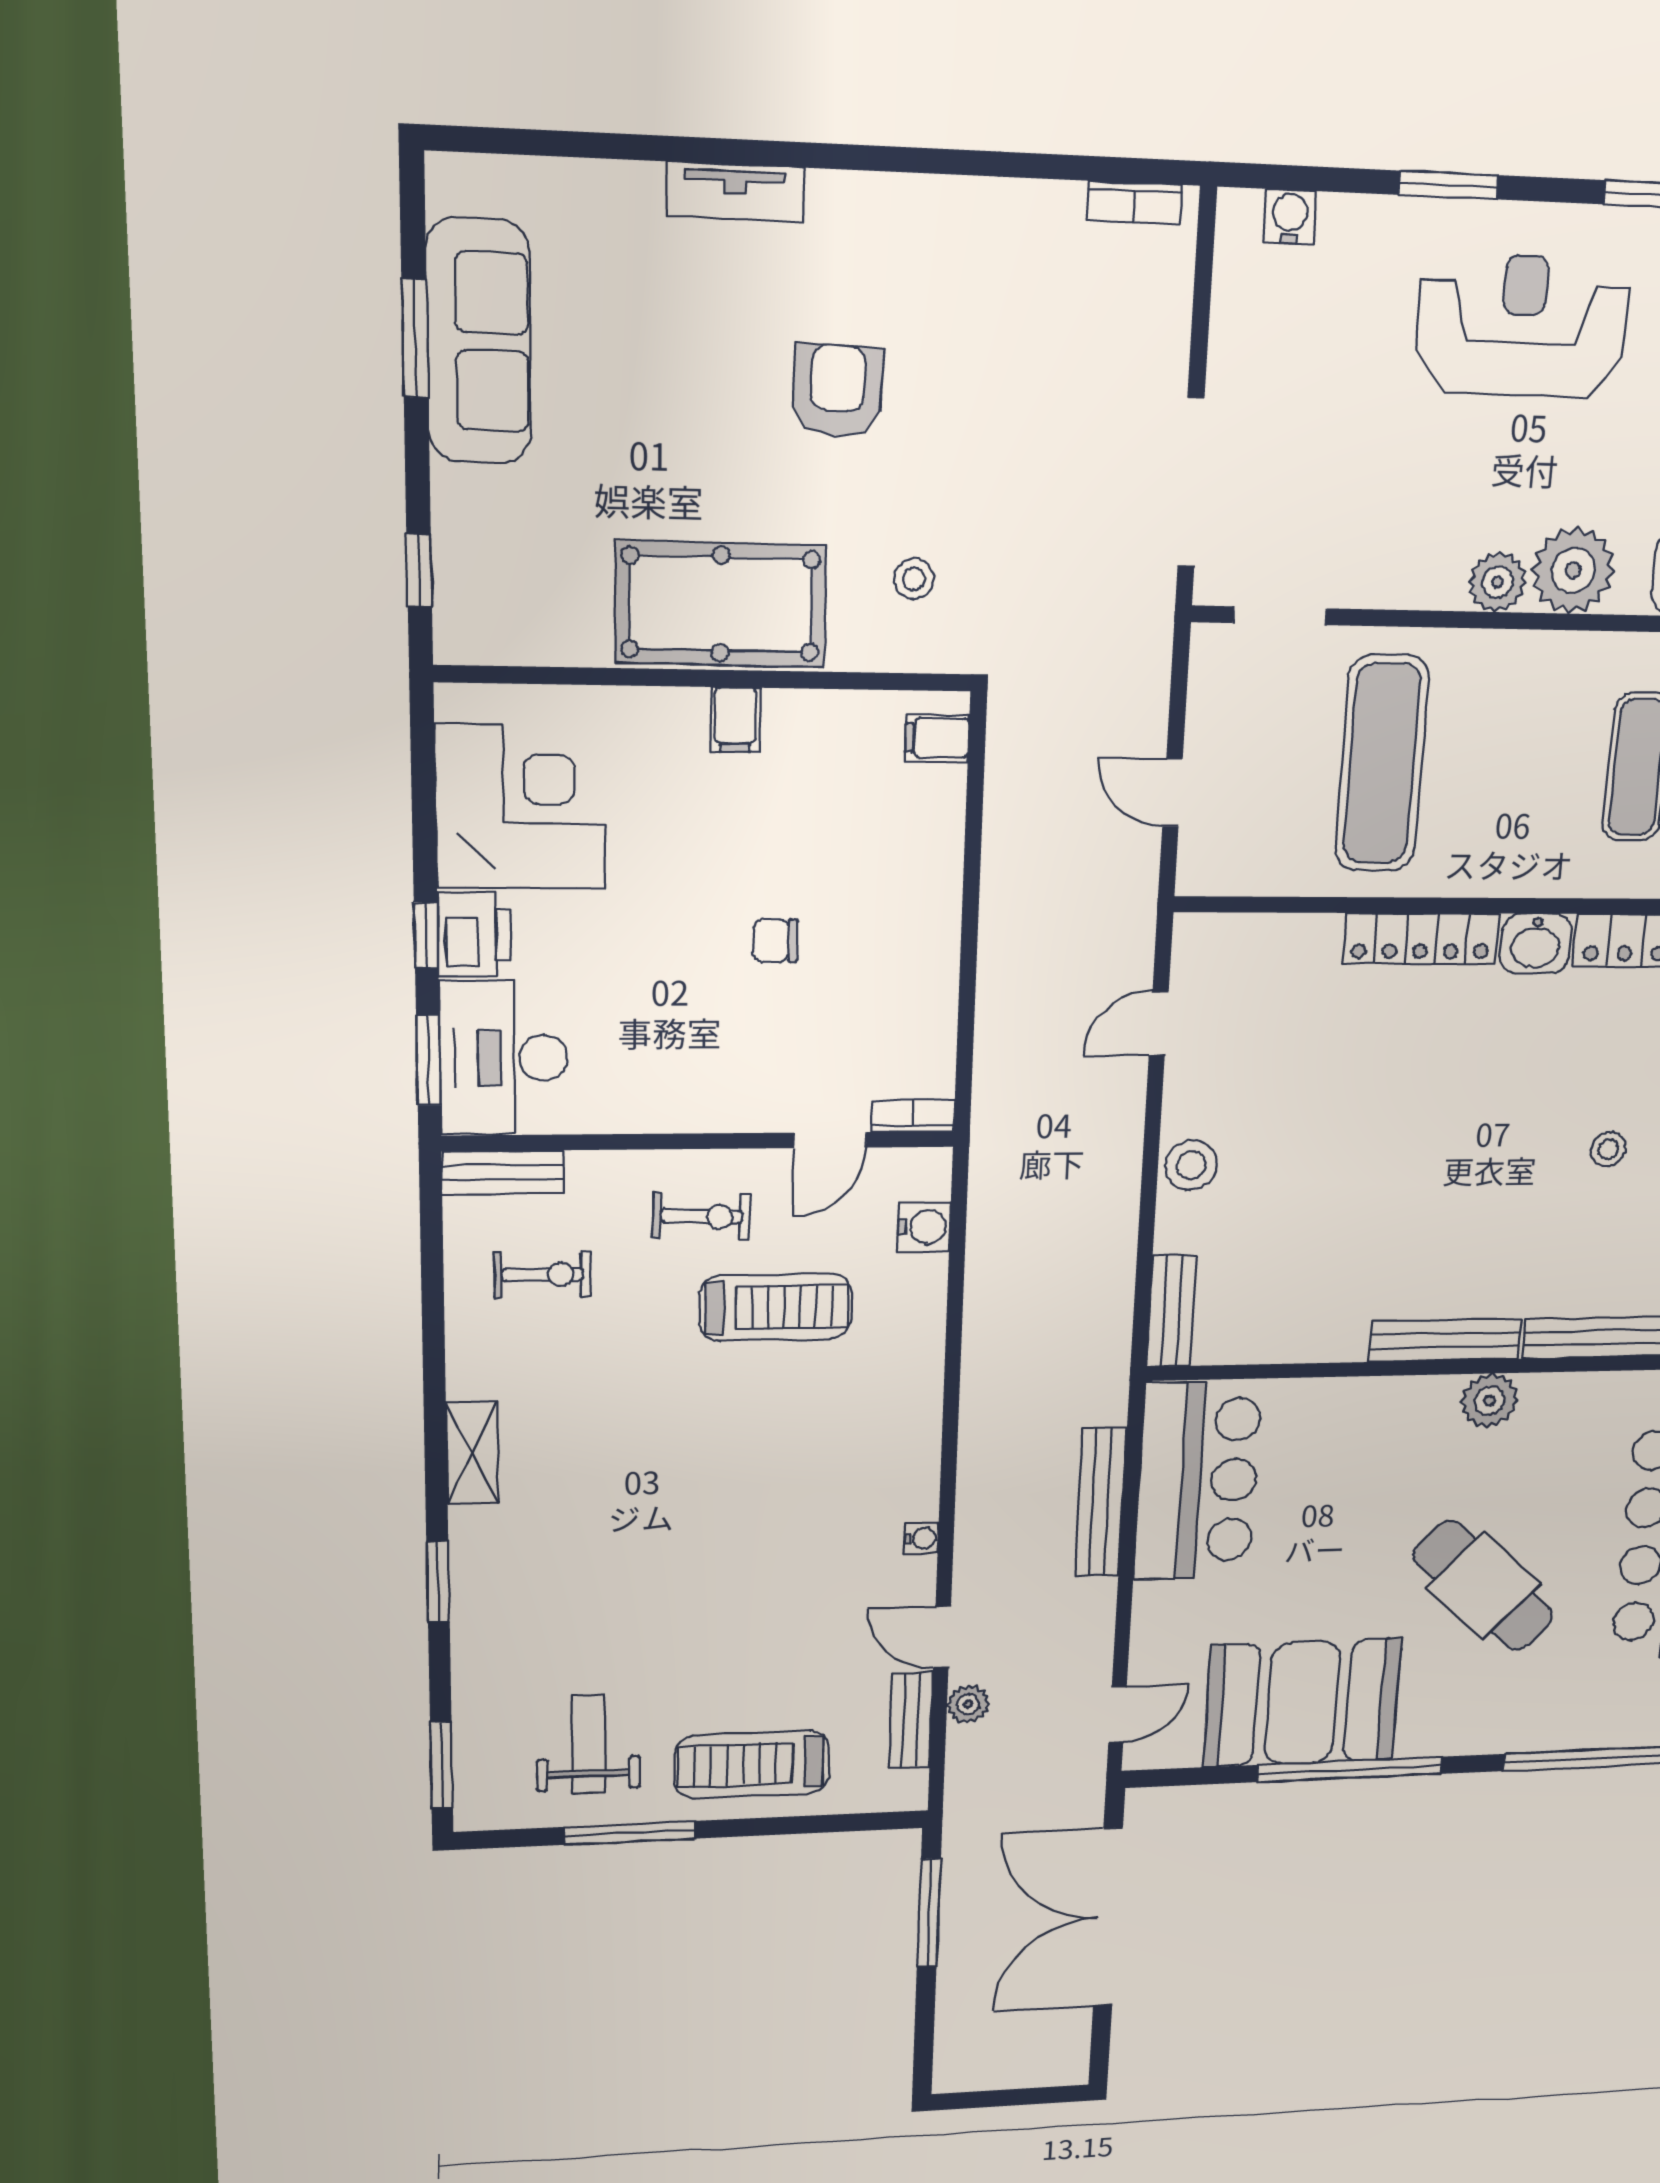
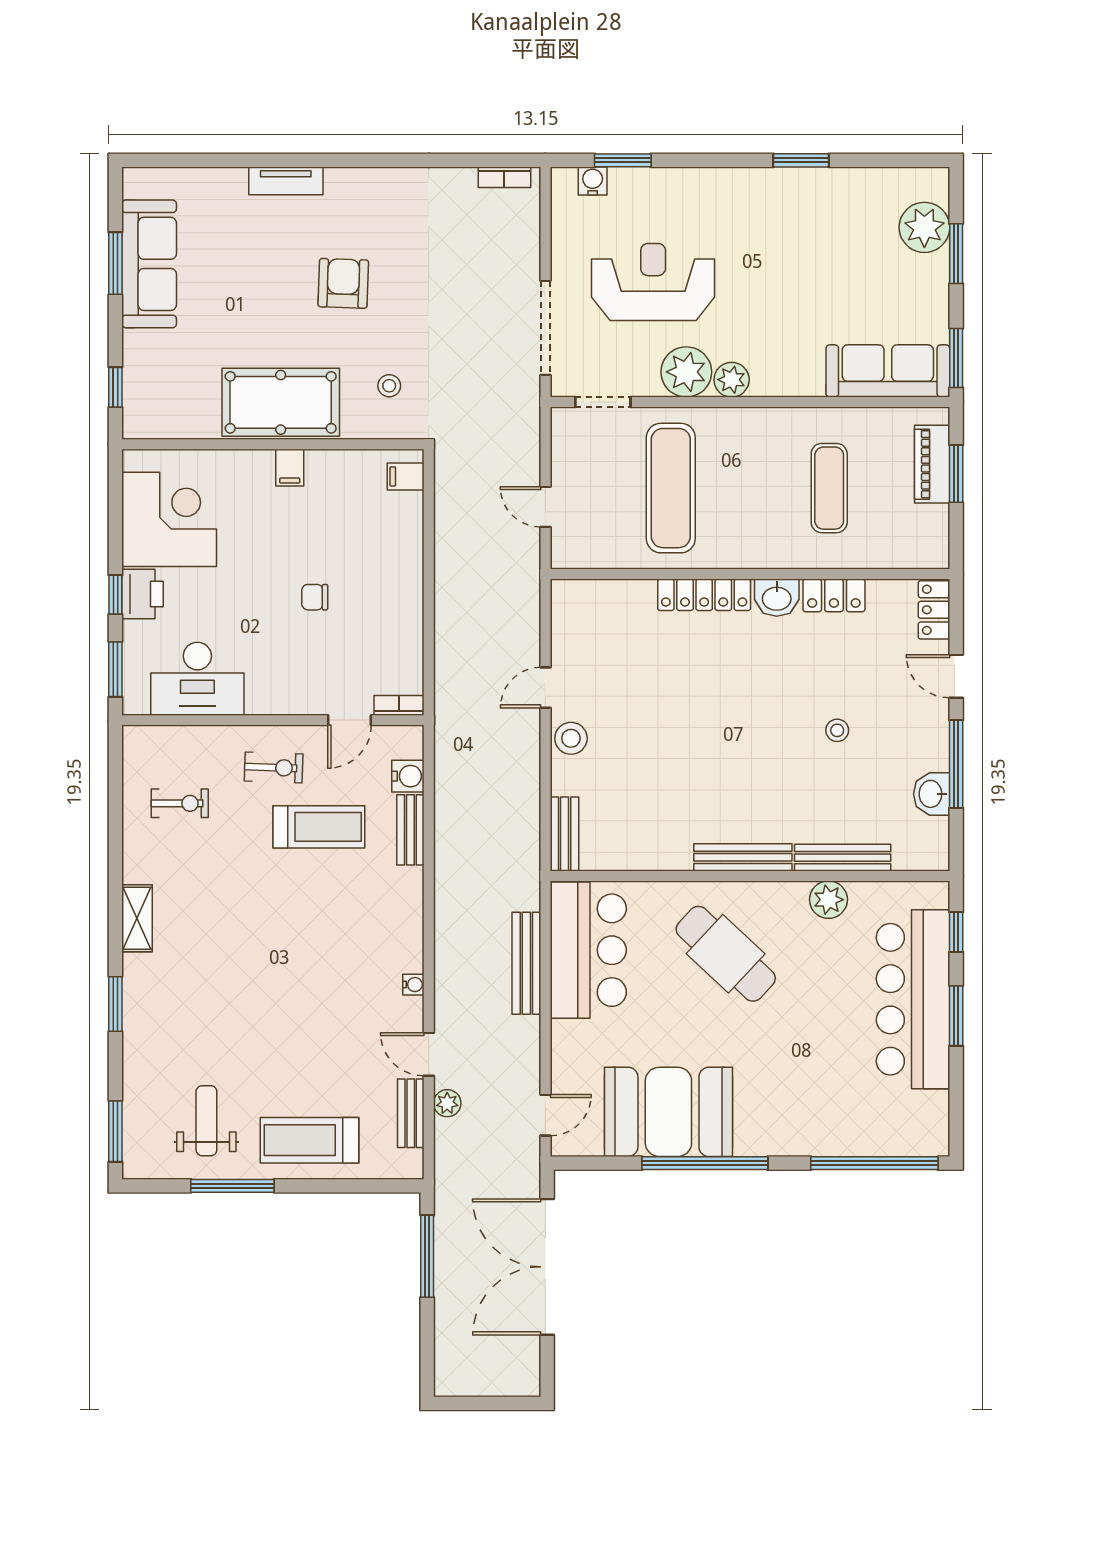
window: (1449, 185) -> (623, 160), moved
reception desk: (1522, 326) -> (653, 282), moved
plant: (1573, 570) -> (686, 372), moved
door: (1159, 1023) -> (545, 688), moved
desk: (504, 1058) -> (197, 679), moved, turned -90
bench: (503, 1172) -> (410, 830), moved, turned 90
plant: (1490, 1401) -> (828, 900), moved
cafe table: (1483, 1586) -> (726, 954), moved

